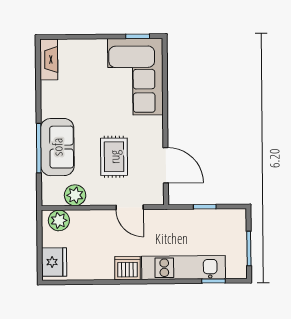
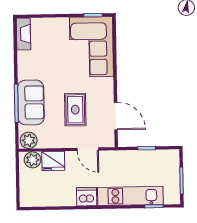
plant: (75, 195) -> (29, 140), moved
fridge: (54, 262) -> (53, 161), moved, turned 90

